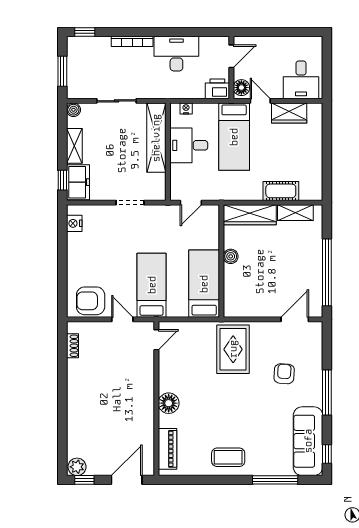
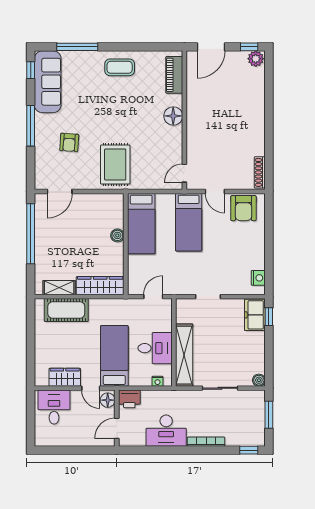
shelving: (74, 146) -> (258, 348), removed
cot: (281, 191) -> (66, 310), width x1.37, depth x1.34
boiler: (231, 256) -> (117, 235), moved
armchair: (91, 301) -> (243, 208), turned 90
shoe rack: (72, 346) -> (260, 172), width x1.43

